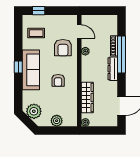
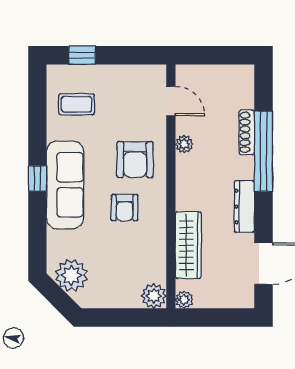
armchair: (63, 48) -> (135, 160), moved
dresser: (113, 69) -> (244, 206), moved
plant: (57, 121) -> (154, 296), moved

